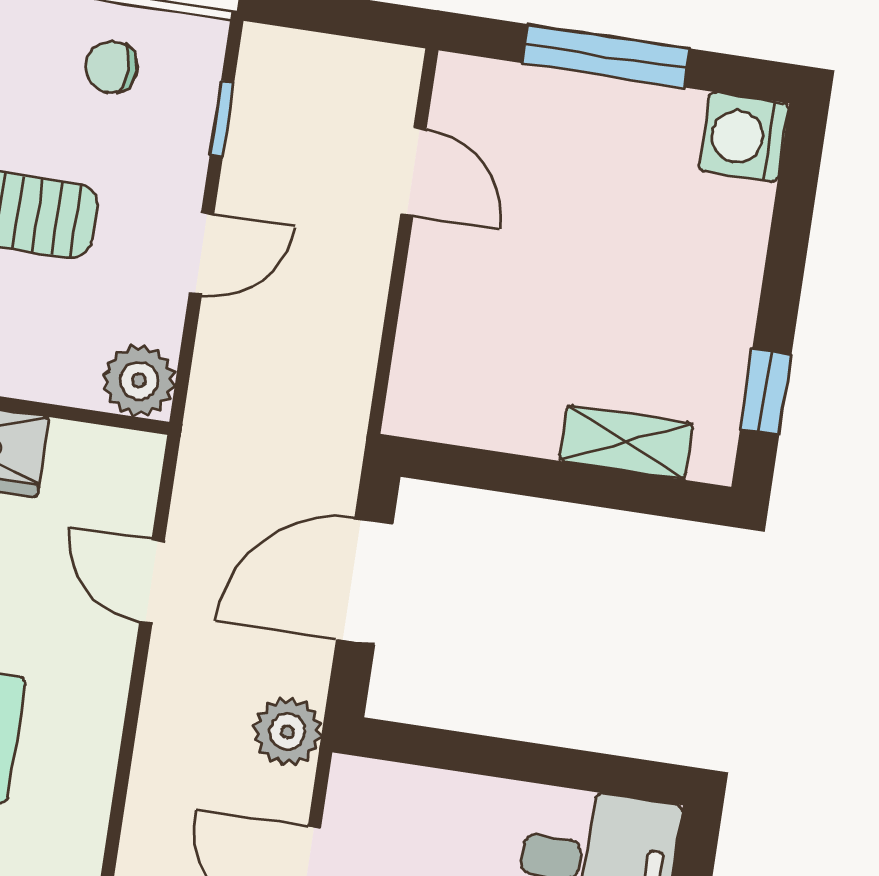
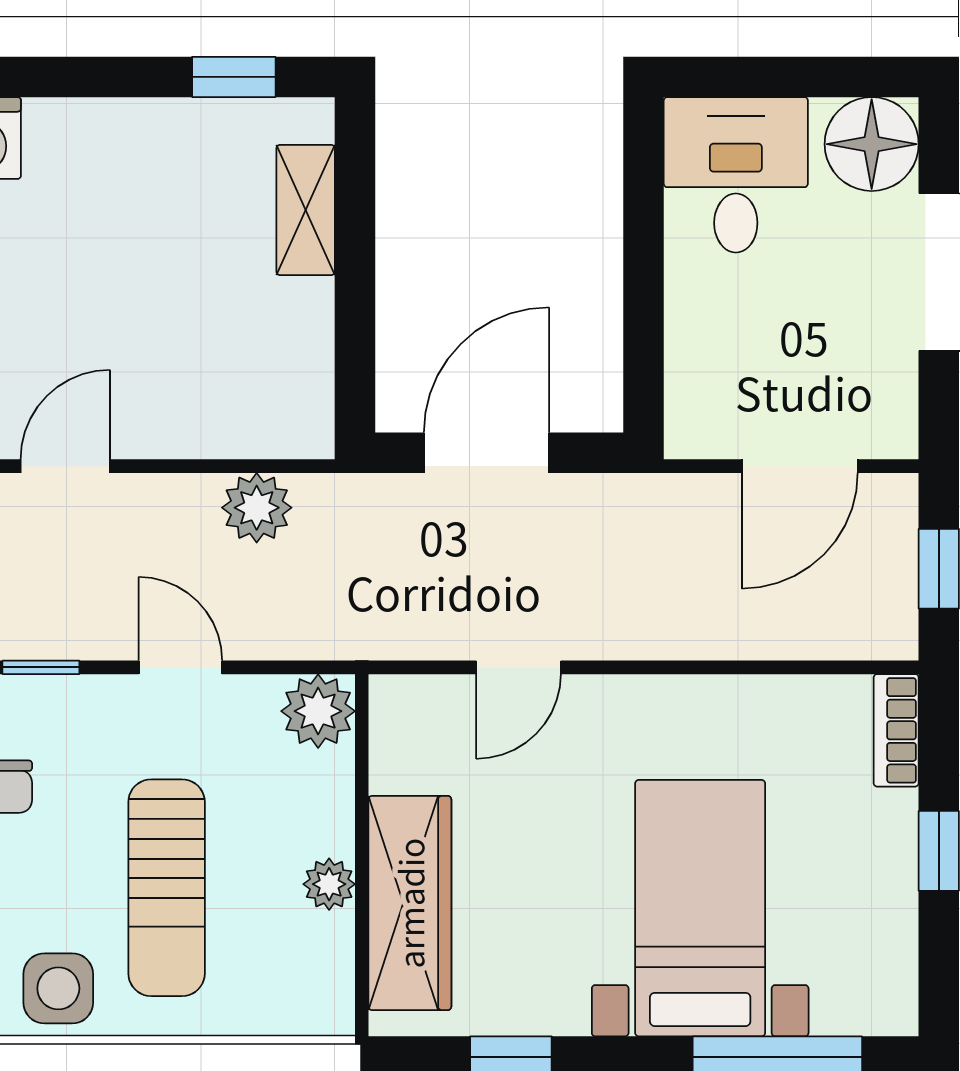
door: (365, 582) -> (486, 453), swing flipped
plant: (287, 732) -> (257, 508), moved

